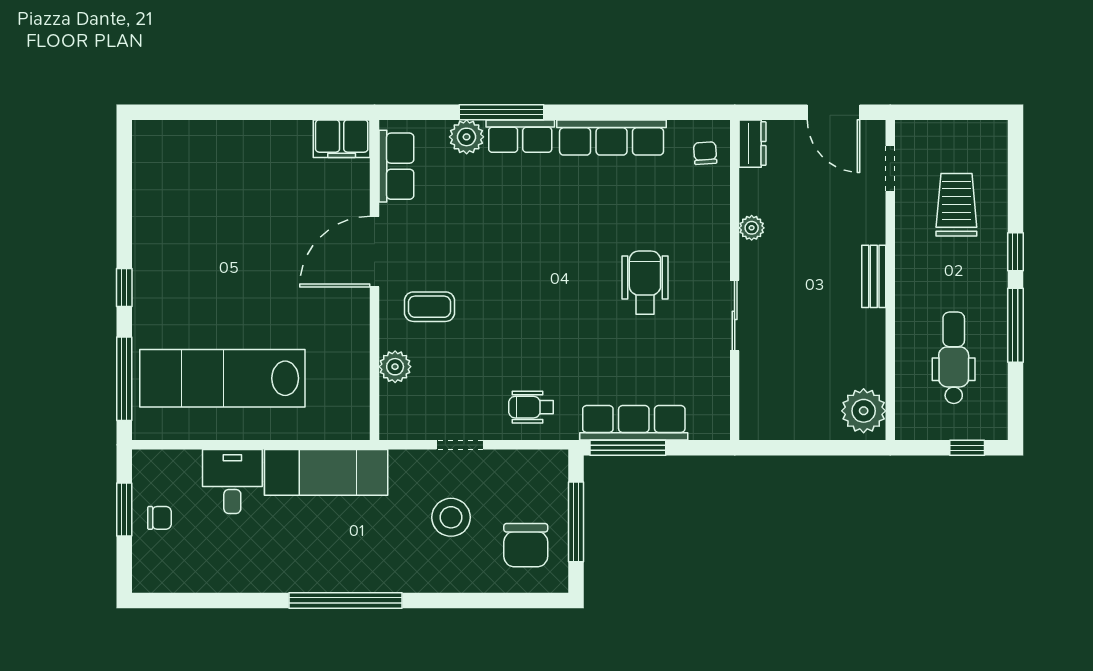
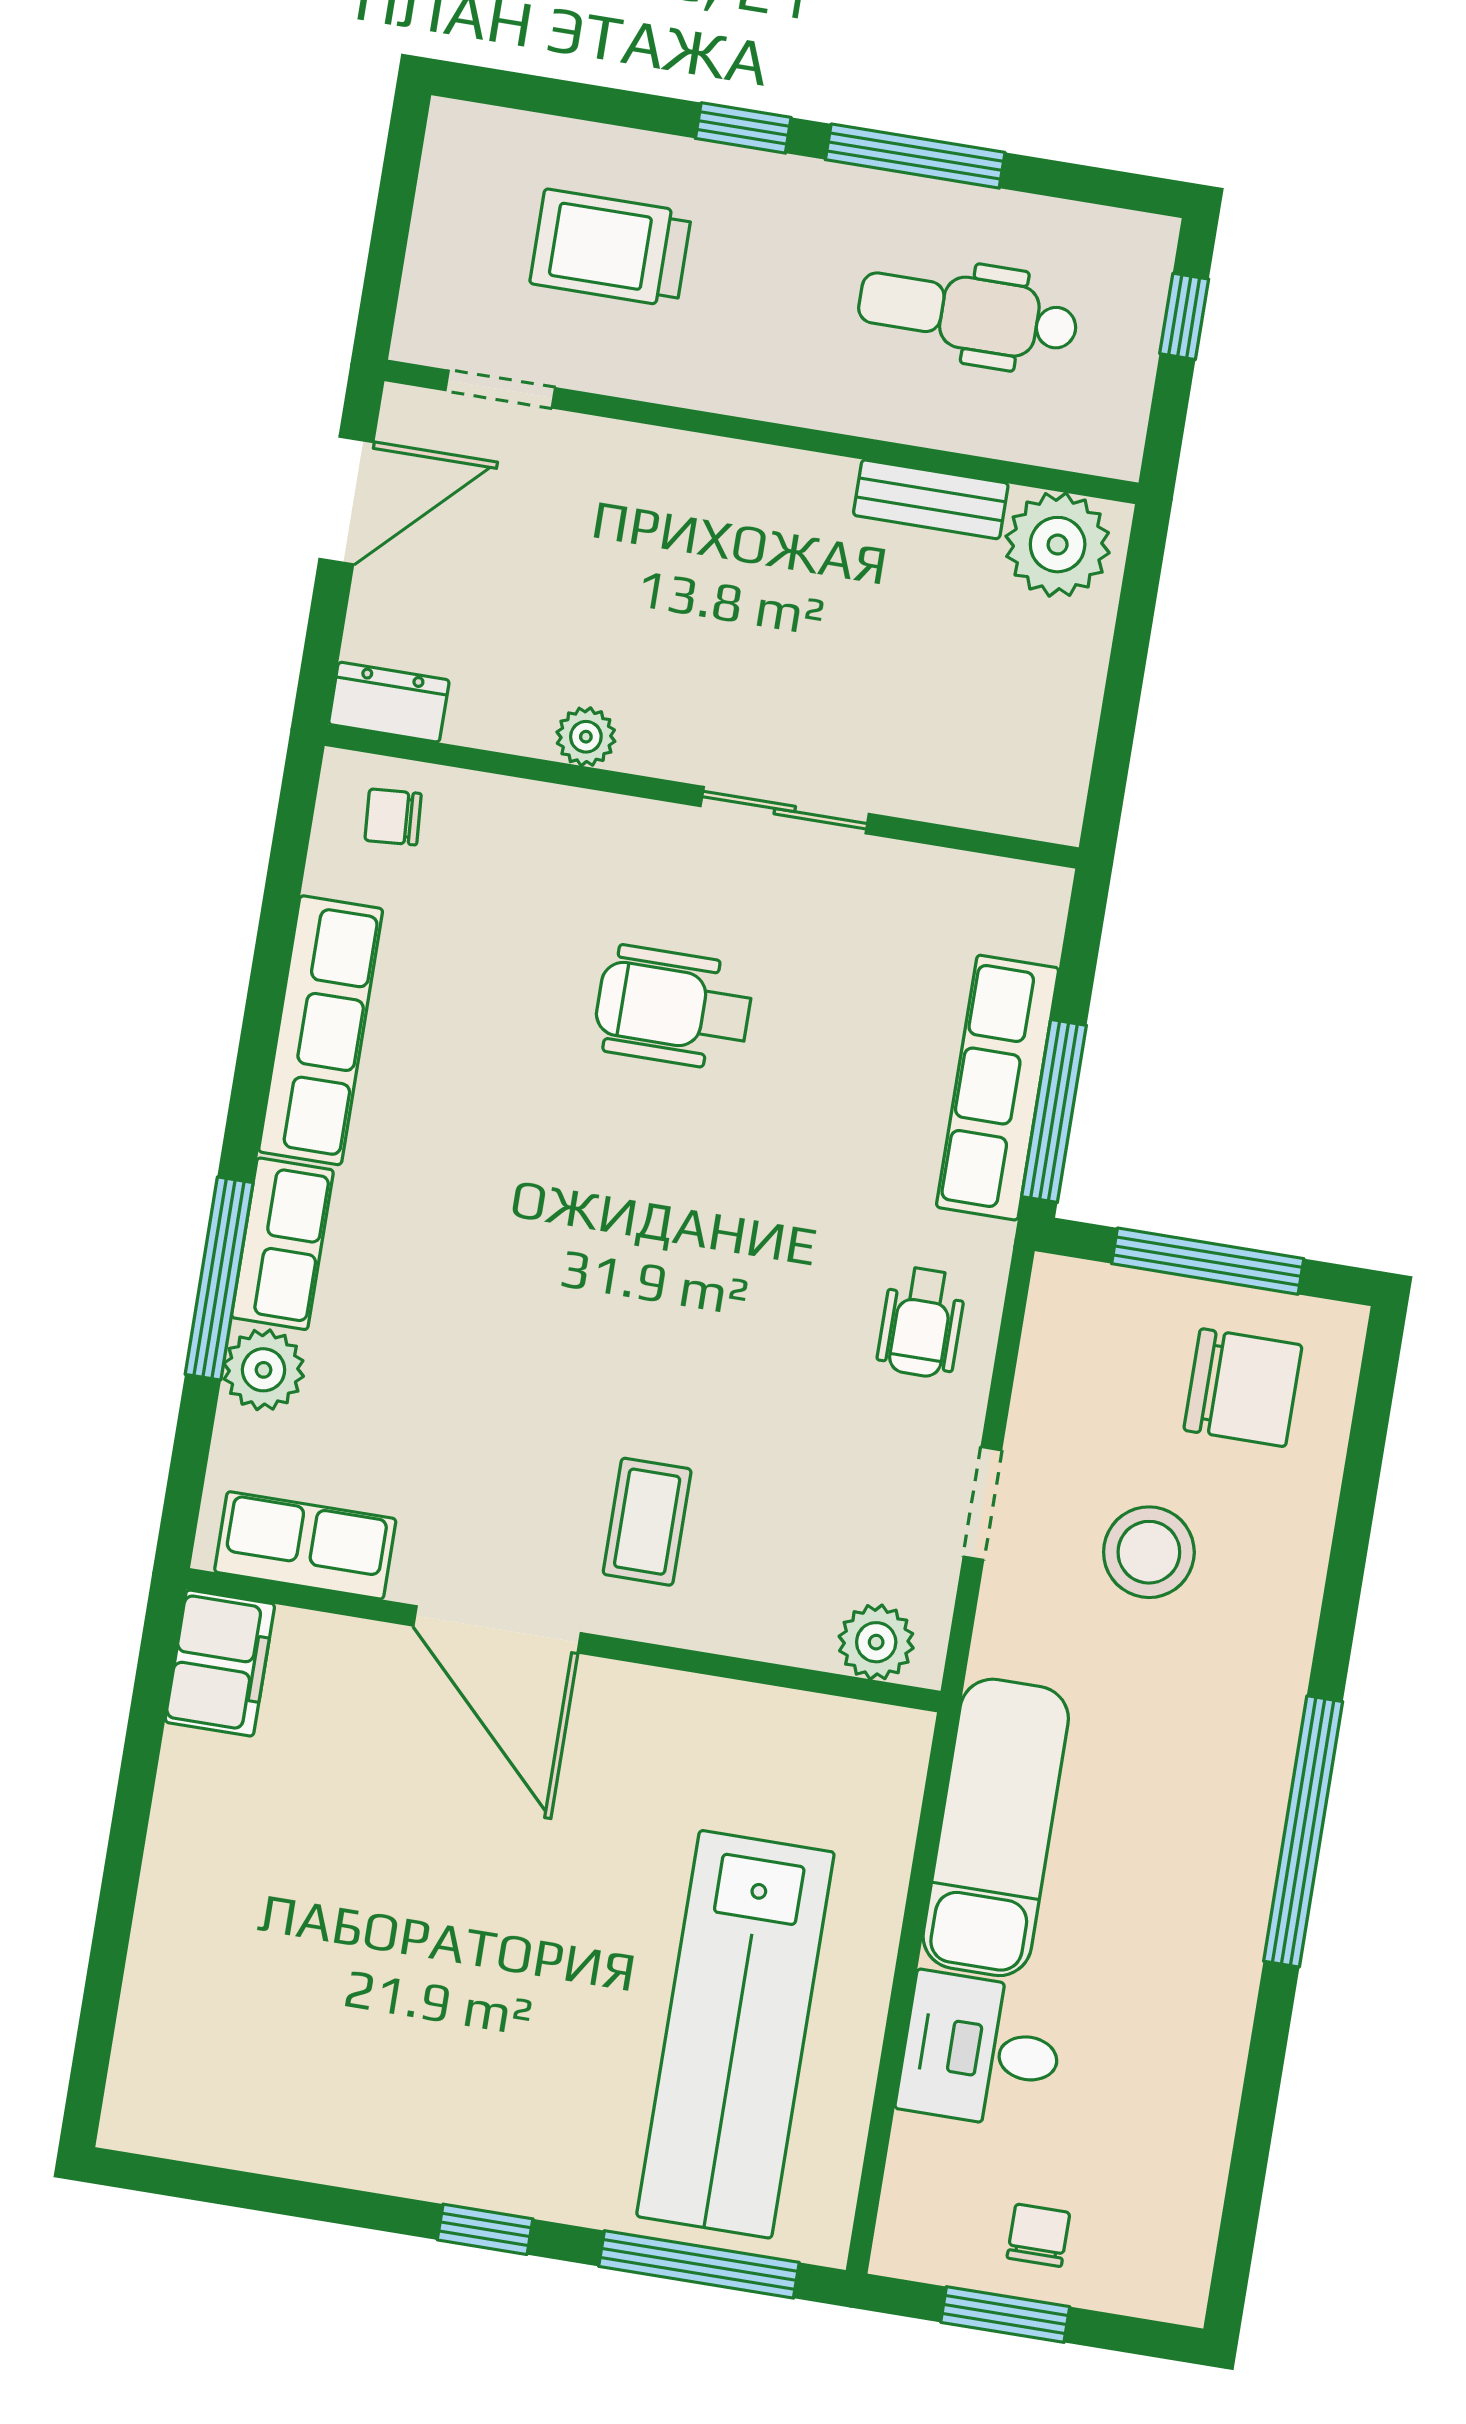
bench: (874, 276) -> (931, 499), moved
plant: (395, 367) -> (876, 1642), moved

